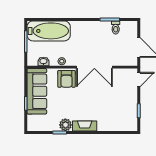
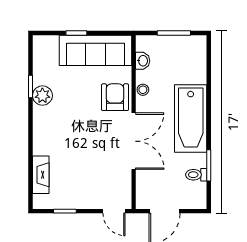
bathtub: (49, 31) -> (191, 119), moved
double door: (94, 67) -> (134, 141), swing flipped
armchair: (67, 79) -> (115, 97), turned 90
fireplace: (85, 126) -> (41, 175), moved

